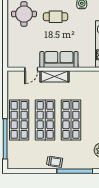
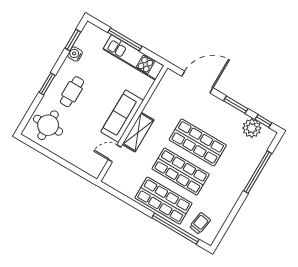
door: (31, 69) -> (115, 153), swing flipped
trolley: (55, 162) -> (200, 223), moved

